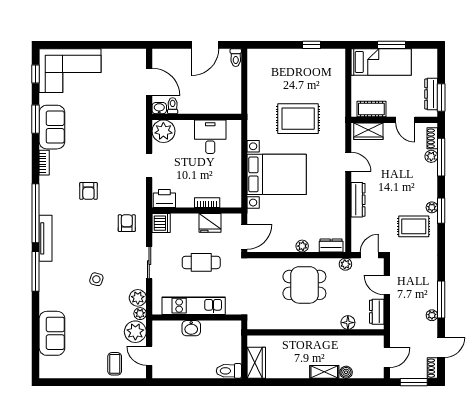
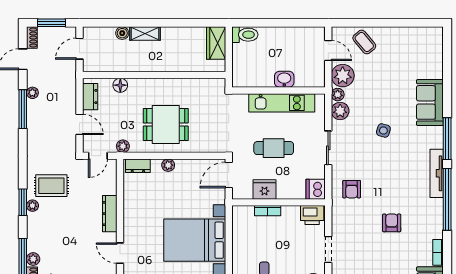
sofa: (52, 333) -> (430, 102), moved
coffee table: (115, 364) -> (364, 42), turned -40

